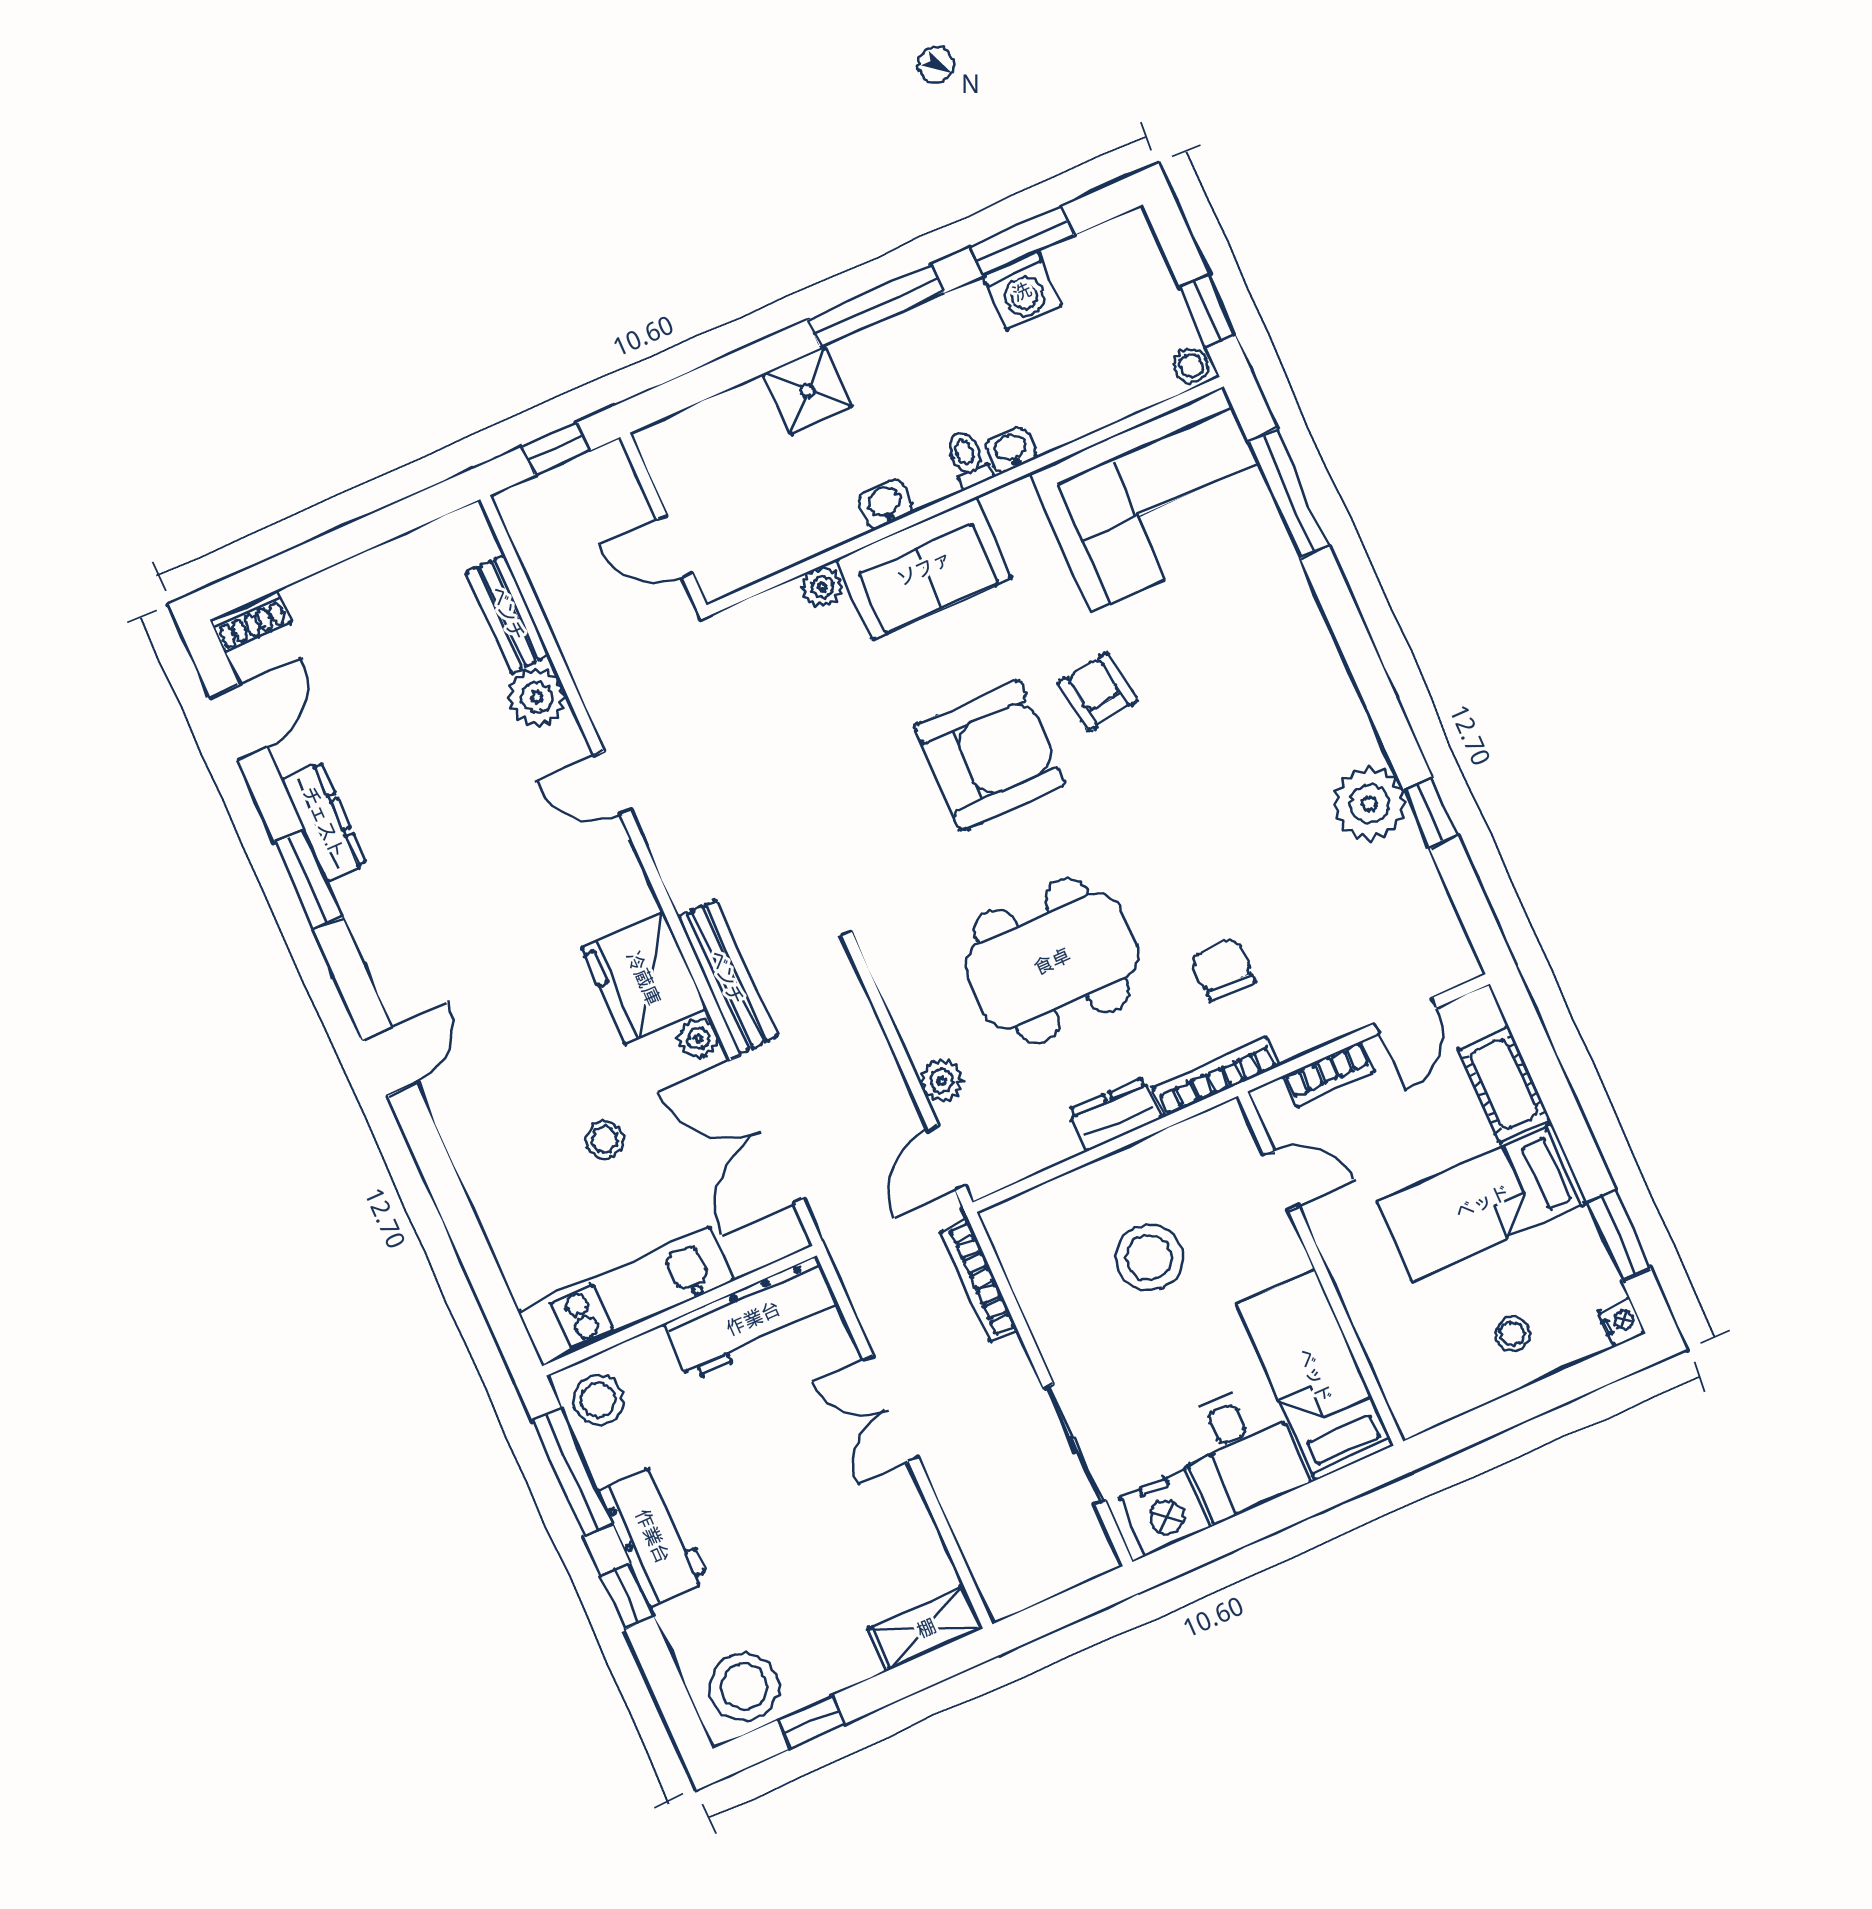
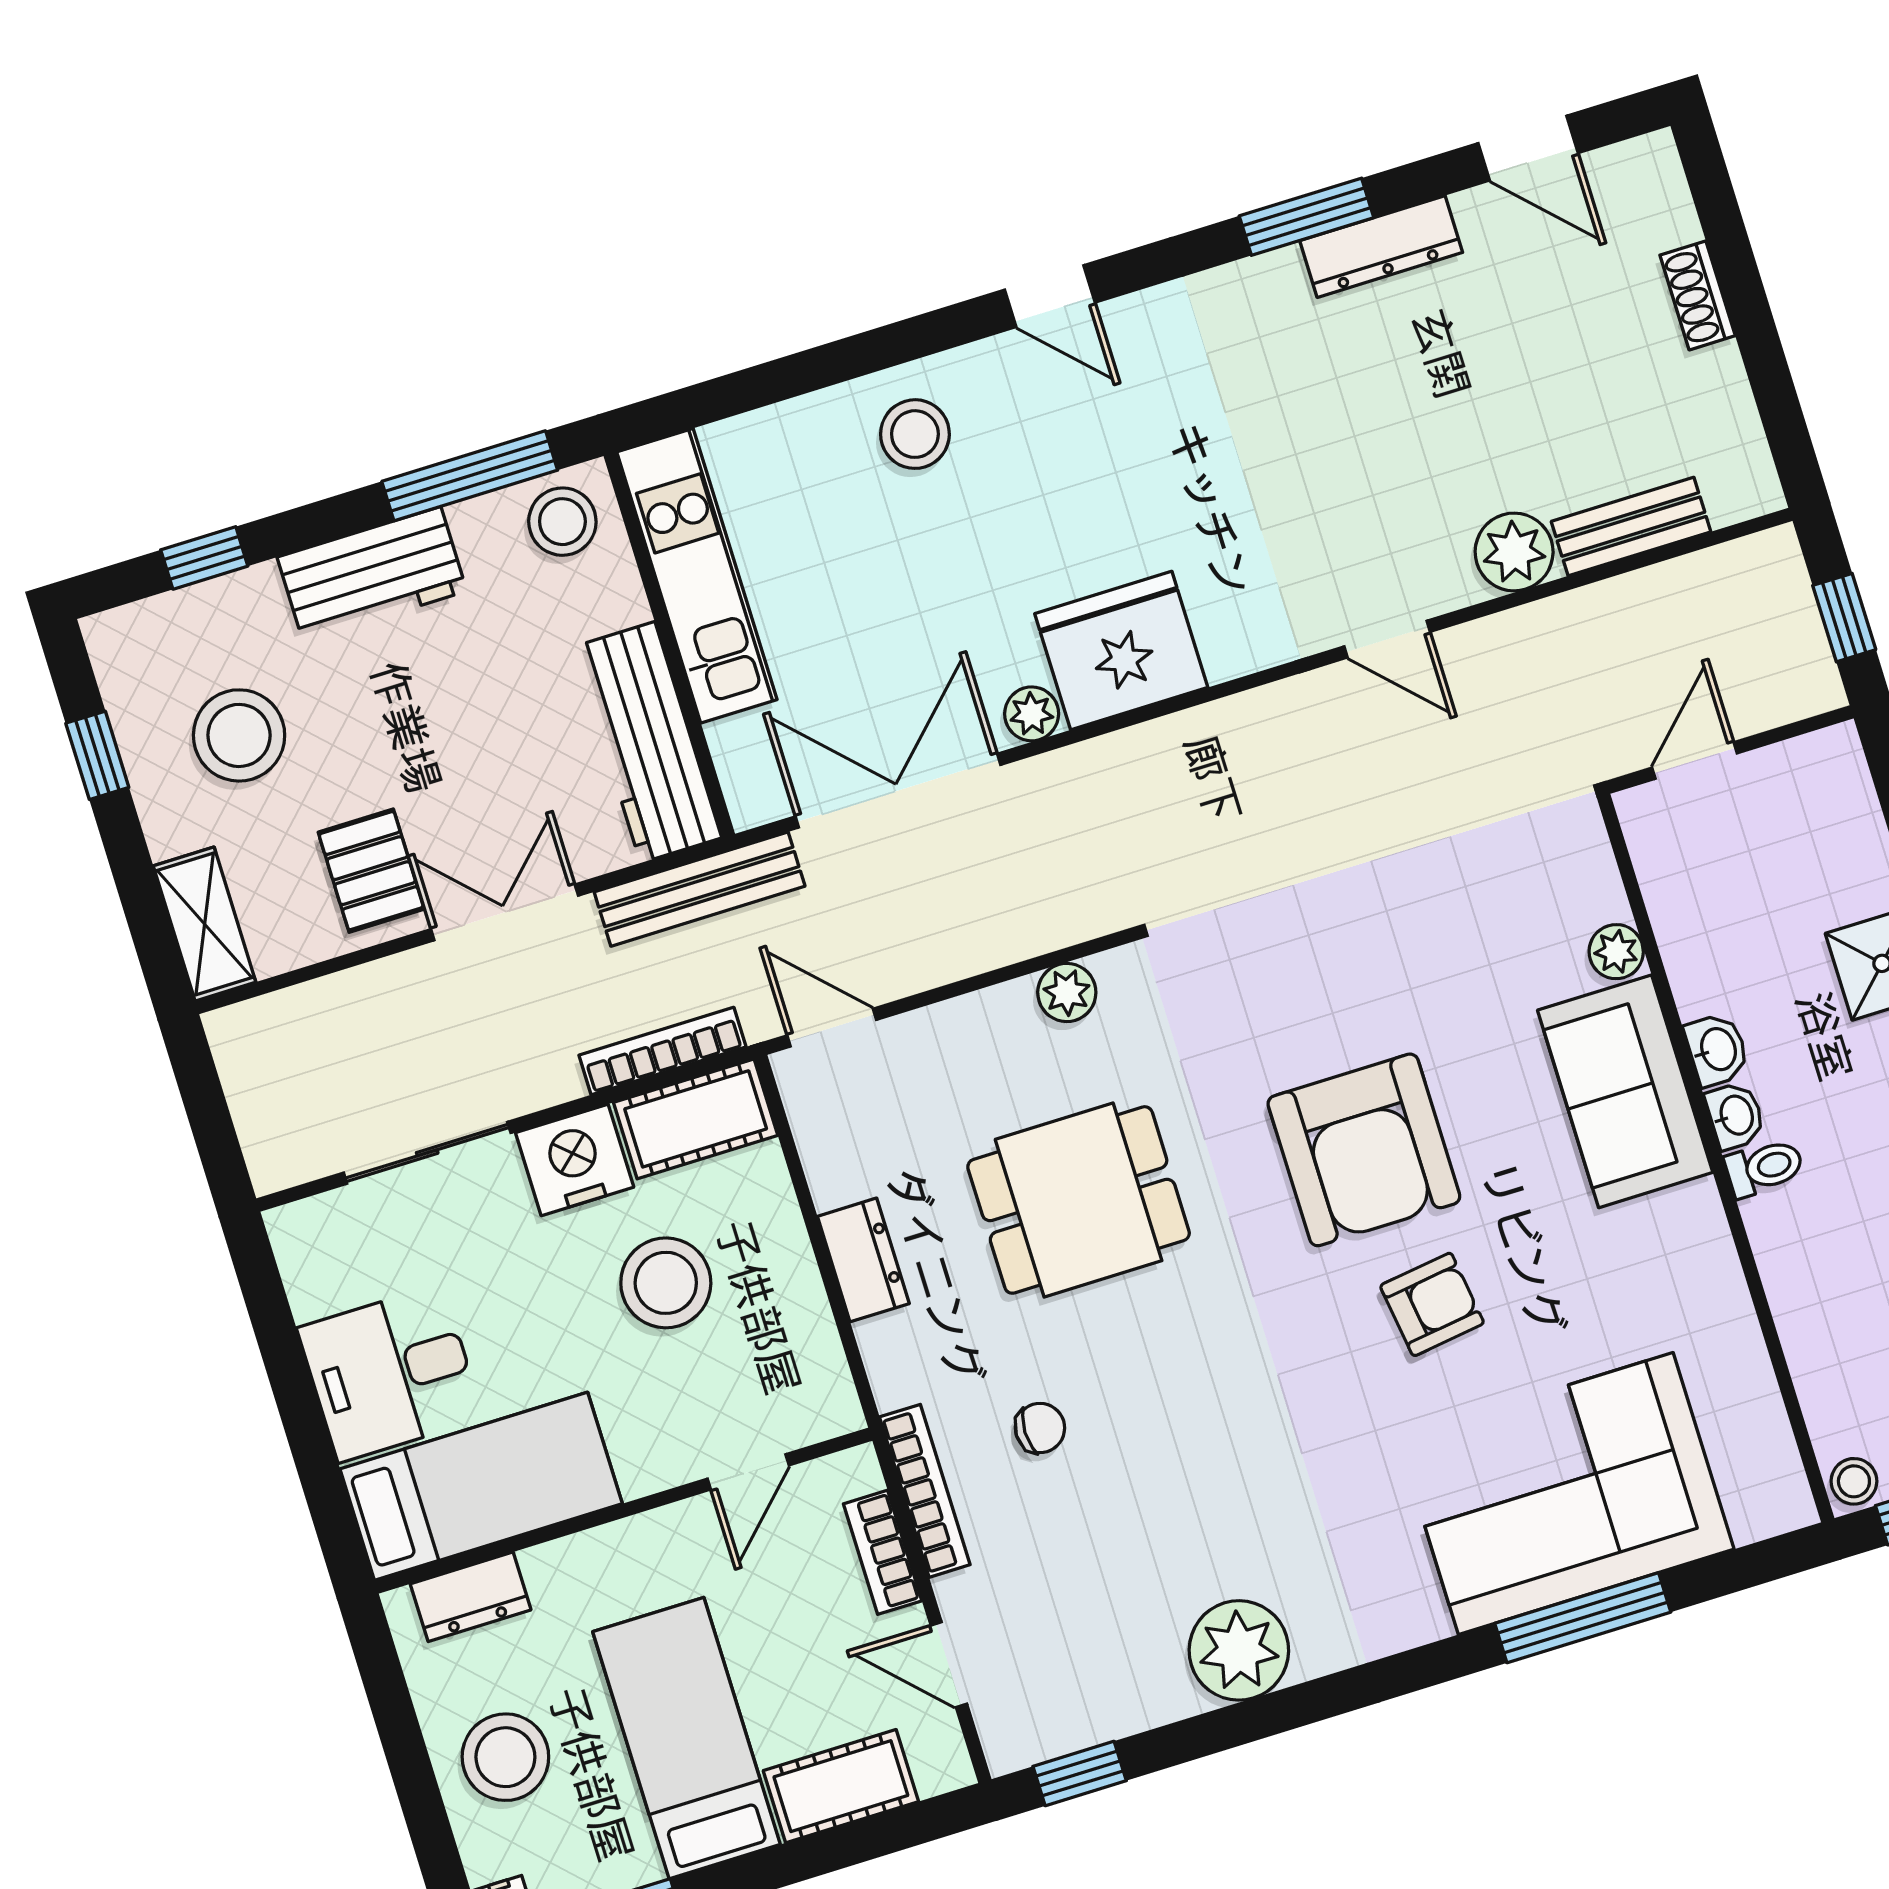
washbasin: (1011, 450) -> (1735, 1116), moved
window: (1288, 493) -> (1583, 1618), moved
corner sofa: (1157, 499) -> (1566, 1494), moved, turned 90
shoe rack: (251, 621) -> (1698, 295), moved
door: (612, 783) -> (1387, 639), swing flipped
window: (1431, 813) -> (1080, 1773), moved
dining table: (1052, 961) -> (1079, 1200), width x0.73
chair: (1223, 969) -> (1040, 1428), width x0.73, depth x0.73
bench: (727, 977) -> (700, 889), moved
bookcase: (1216, 1077) -> (925, 1491), moved
plant: (942, 1081) -> (1067, 992), moved
stool: (605, 1140) -> (915, 434), moved, width x1.37, depth x1.37
cot: (1026, 1250) -> (696, 1119), added
stool: (1512, 1334) -> (505, 1757), width x1.89, depth x1.89
dresser: (1397, 1373) -> (471, 1597), added
pallet: (872, 1510) -> (371, 871), added
nightstand: (1165, 1512) -> (575, 1160), moved, turned 90
window: (627, 1596) -> (204, 558), moved
stool: (744, 1687) -> (239, 735), moved

